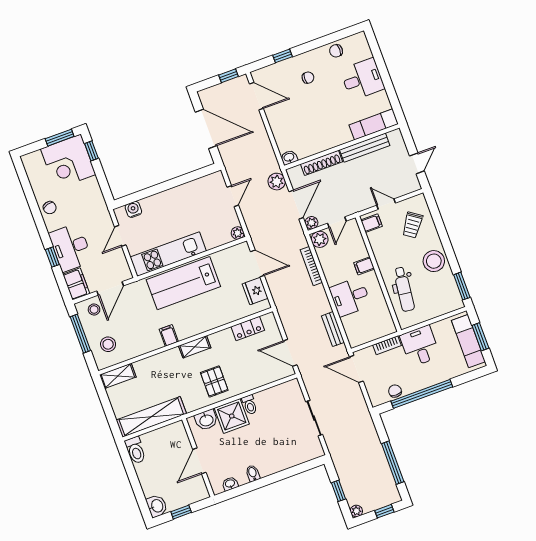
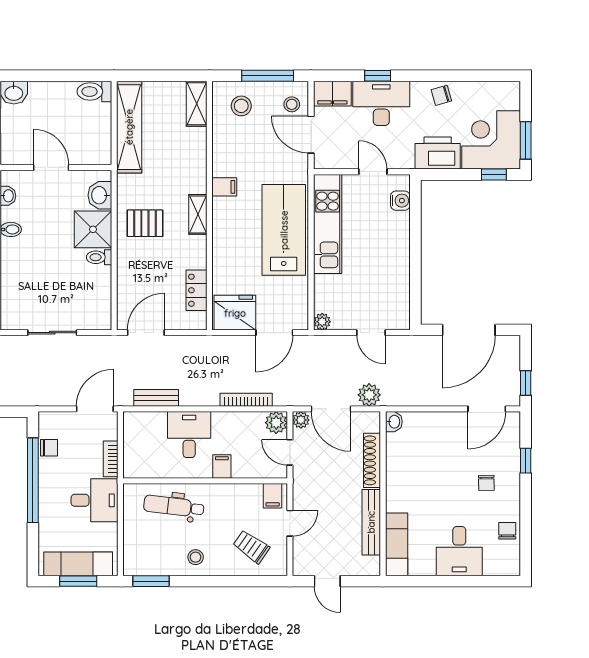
printer: (91, 196) -> (438, 153), added
stool: (434, 261) -> (196, 557), width x0.53, depth x0.53
fridge: (255, 291) -> (235, 313), width x1.36, depth x1.34

